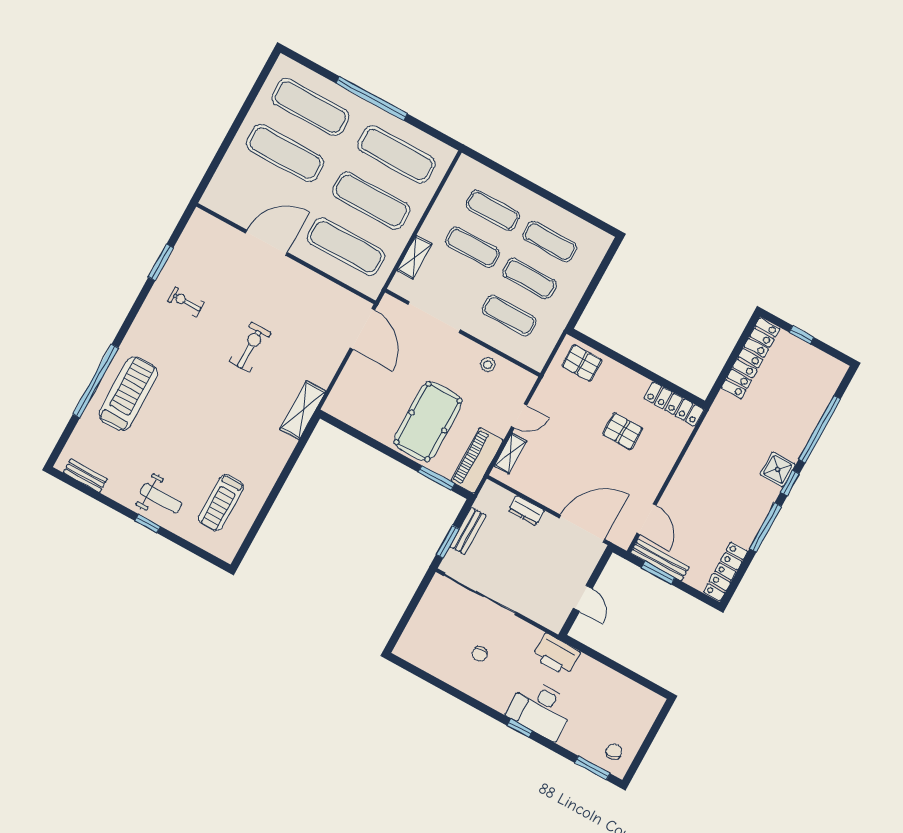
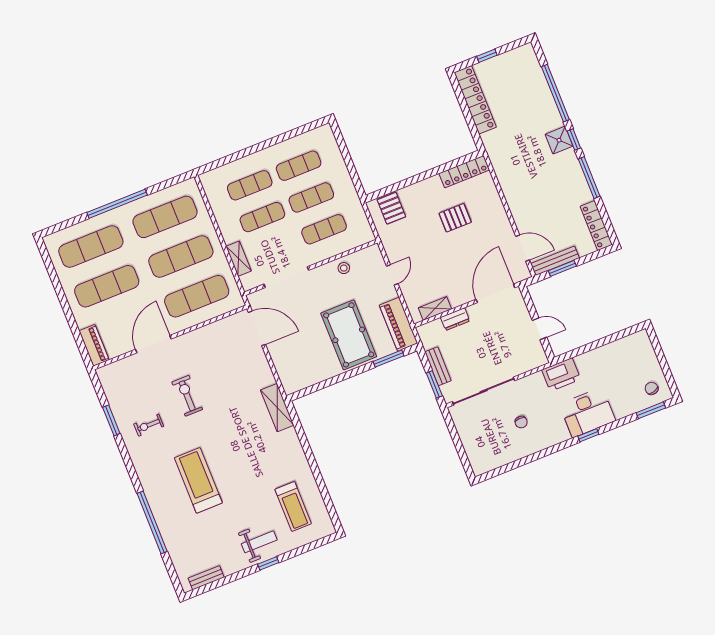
piano: (219, 187) -> (94, 345), added
exercise bike: (250, 347) -> (187, 396), moved
pallet: (582, 363) -> (391, 208), turned 90
treadmill: (128, 394) -> (198, 480), moved
shelving: (510, 453) -> (435, 308), moved, turned 90

